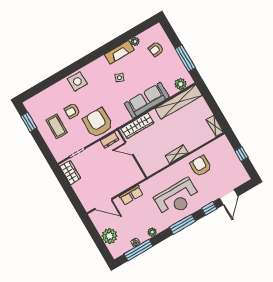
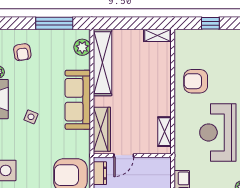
shelving: (177, 154) -> (165, 132), moved
reception desk: (177, 198) -> (218, 132), turned 180

